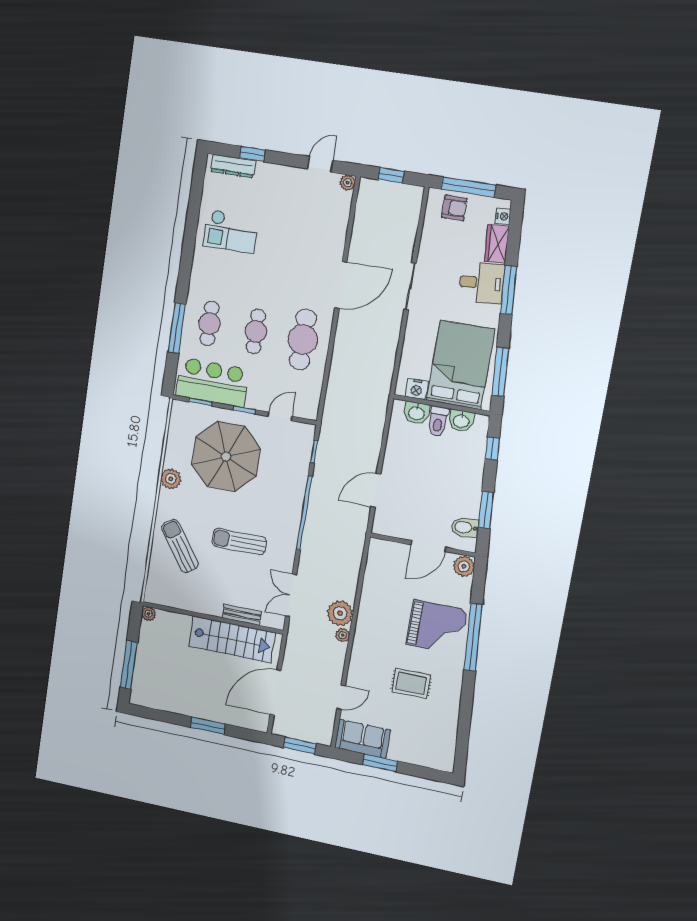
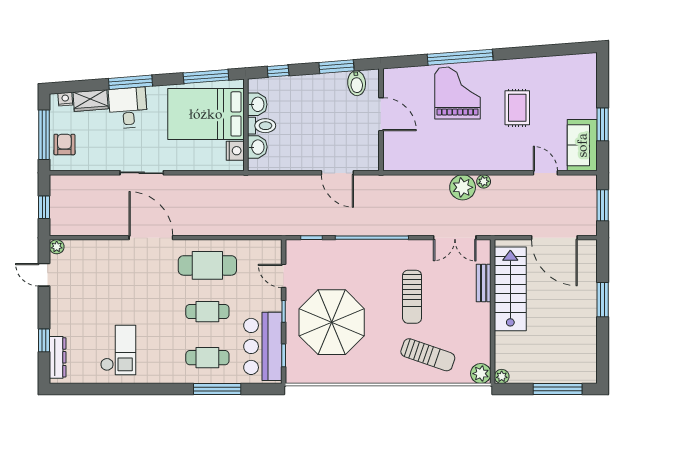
plant: (171, 479) -> (481, 374), moved
sun lounger: (180, 546) -> (428, 355), turned -126
plant: (464, 566) -> (394, 78), removed

